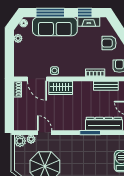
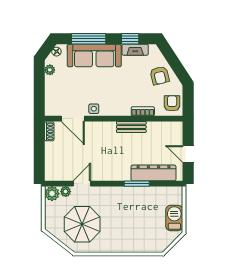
armchair: (109, 43) -> (160, 75), turned -104
bench: (106, 86) -> (131, 127), moved
wardrobe: (61, 88) -> (101, 130), removed
door: (45, 133) -> (82, 184), hinge flipped

